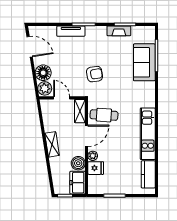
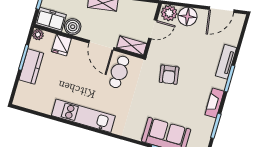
fireplace: (119, 31) -> (214, 103), moved
plant: (93, 156) -> (38, 35), moved
kitchen counter: (148, 174) -> (31, 67), moved, turned 90

